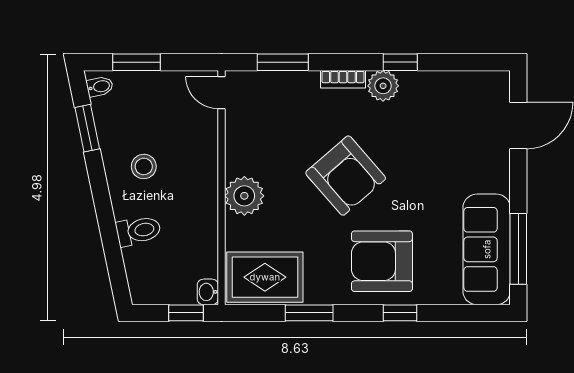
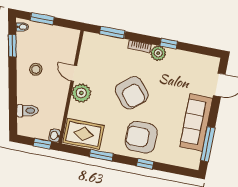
door: (221, 93) -> (74, 73), moved
toilet: (138, 231) -> (27, 111), moved
sofa: (487, 249) -> (196, 122), moved

